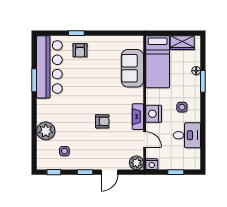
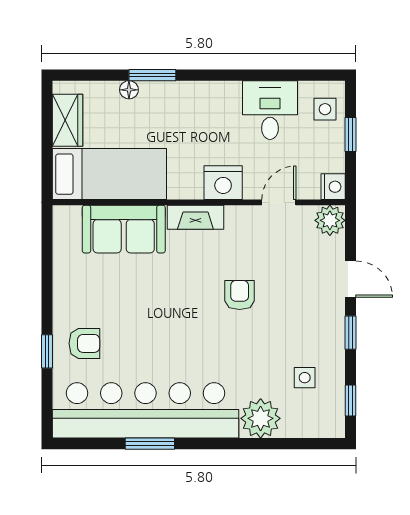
bar counter: (49, 67) -> (146, 410), width x1.36
side table: (182, 107) -> (325, 109), moved
fireplace: (138, 117) -> (195, 217), moved

